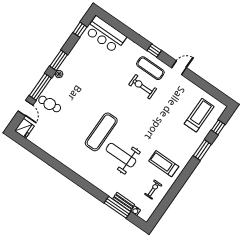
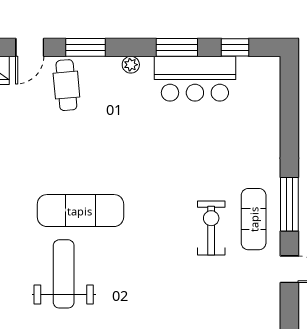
bar counter: (106, 34) -> (195, 79), moved, turned -90
window: (154, 51) -> (289, 204), width x2.17
window: (59, 60) -> (177, 47), moved
window: (40, 87) -> (85, 47), width x0.69

